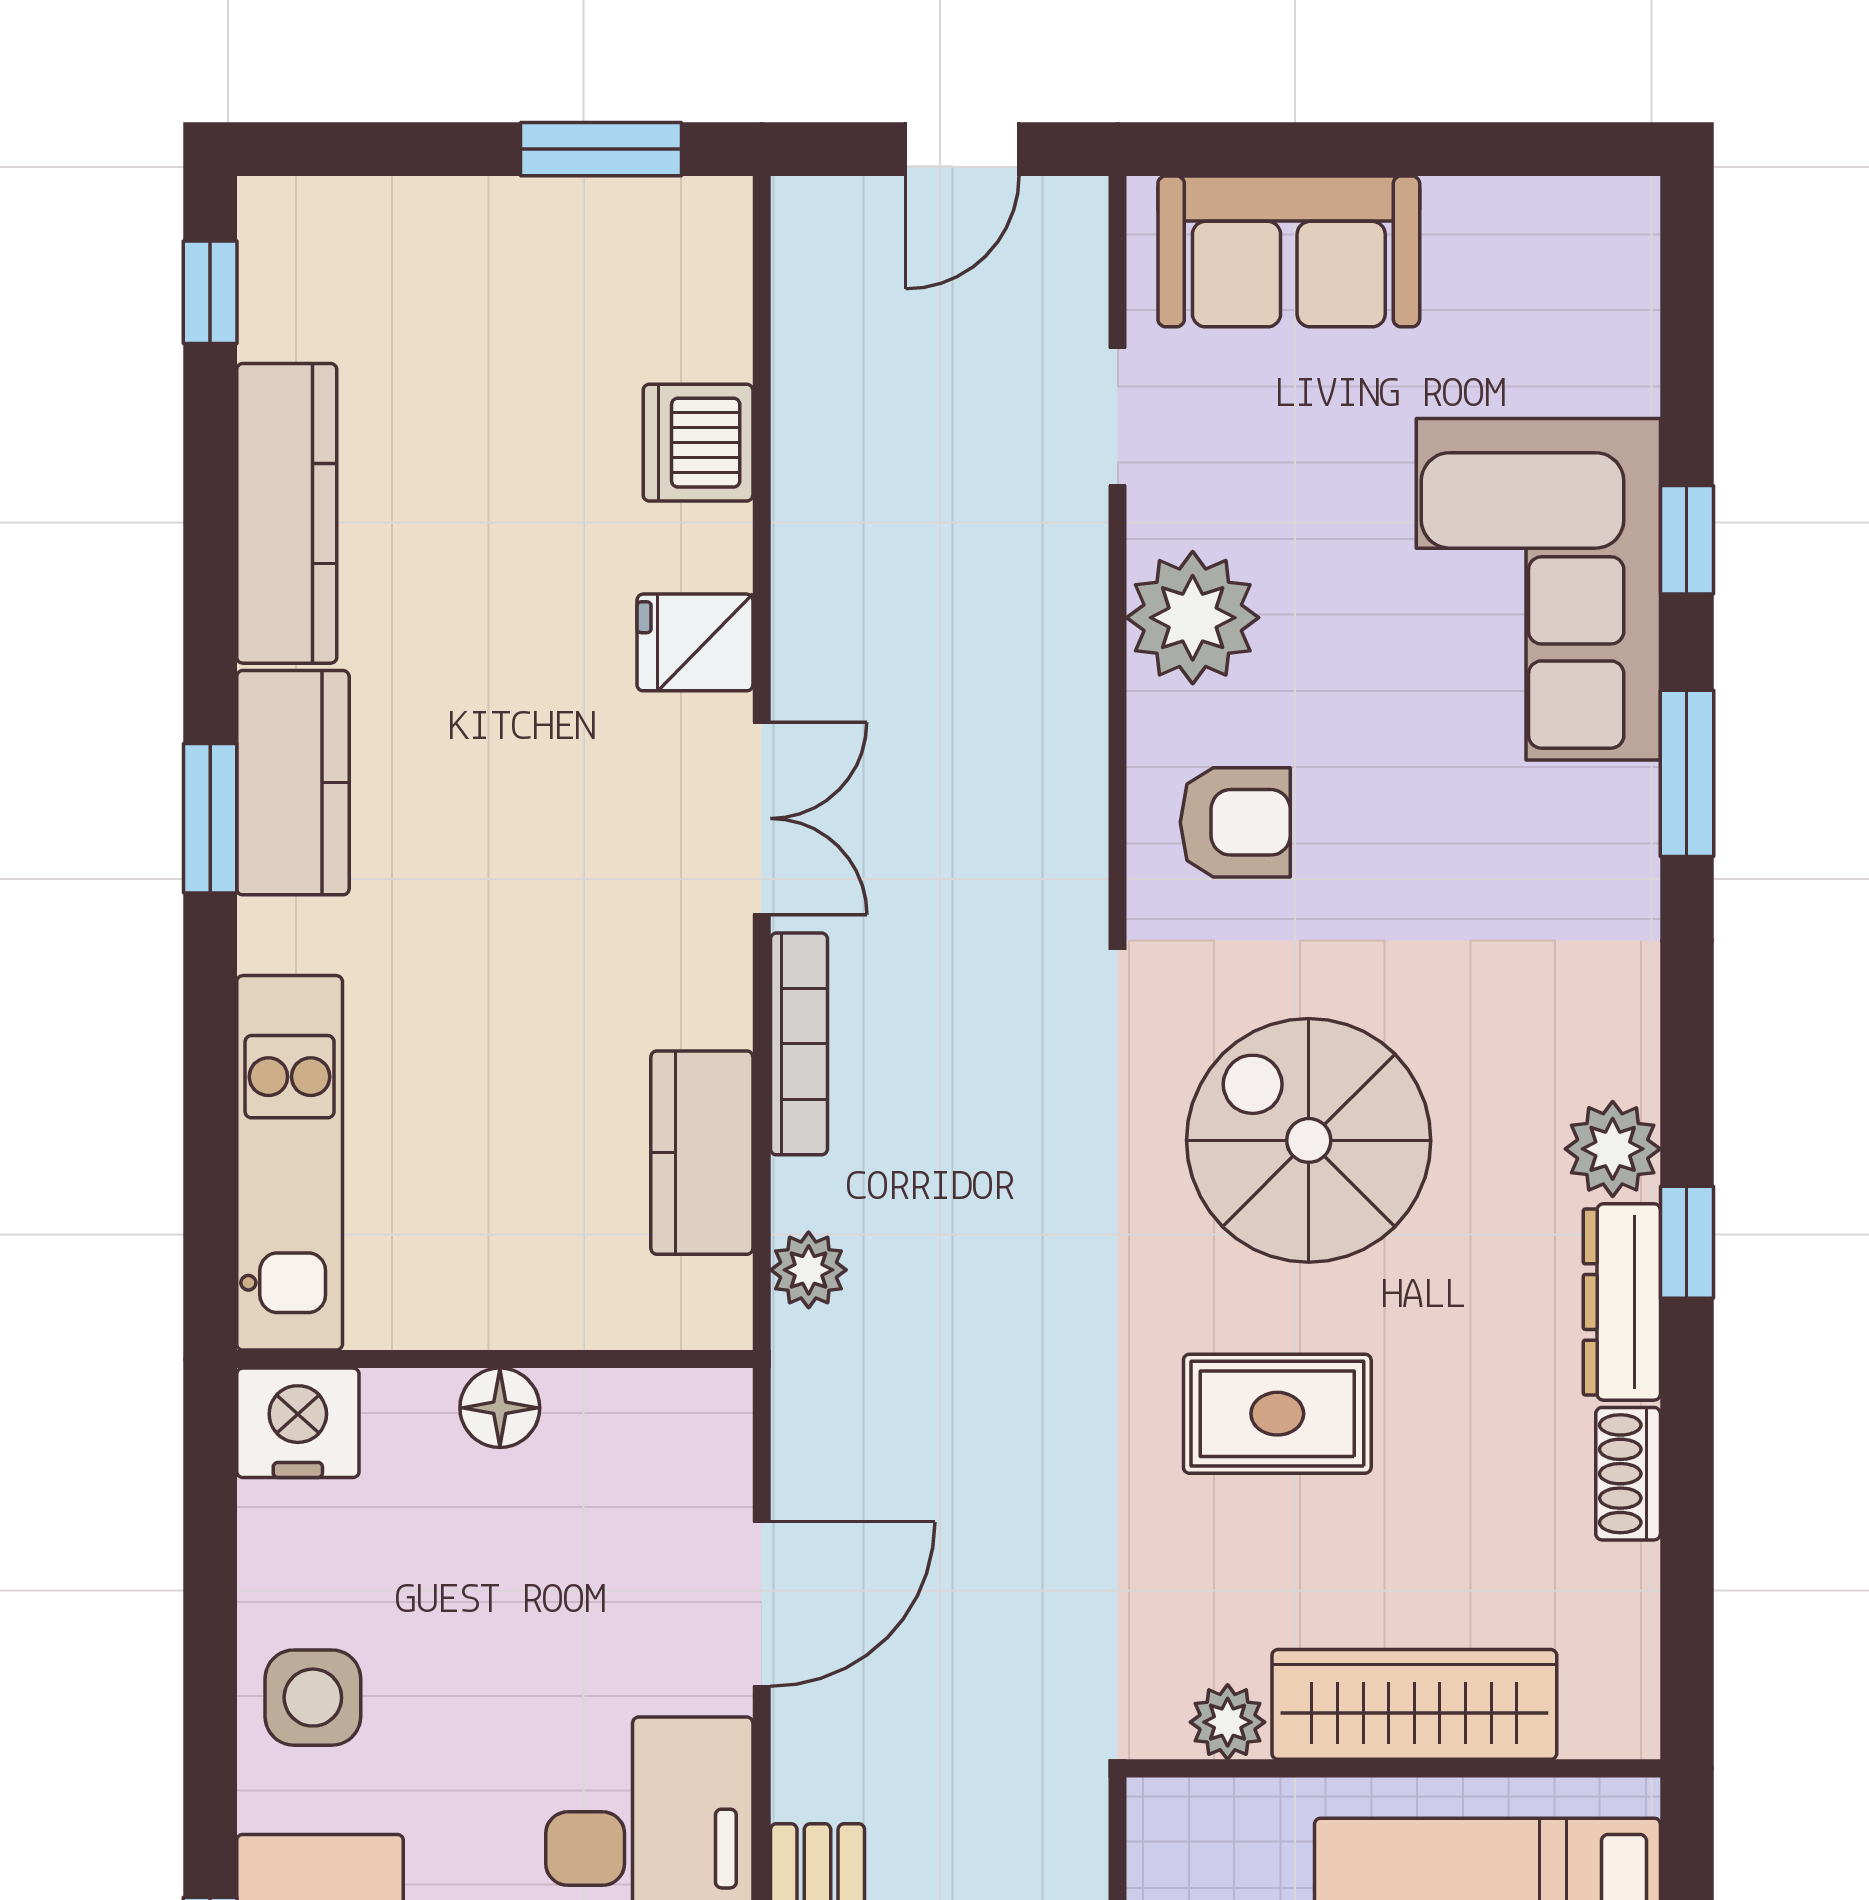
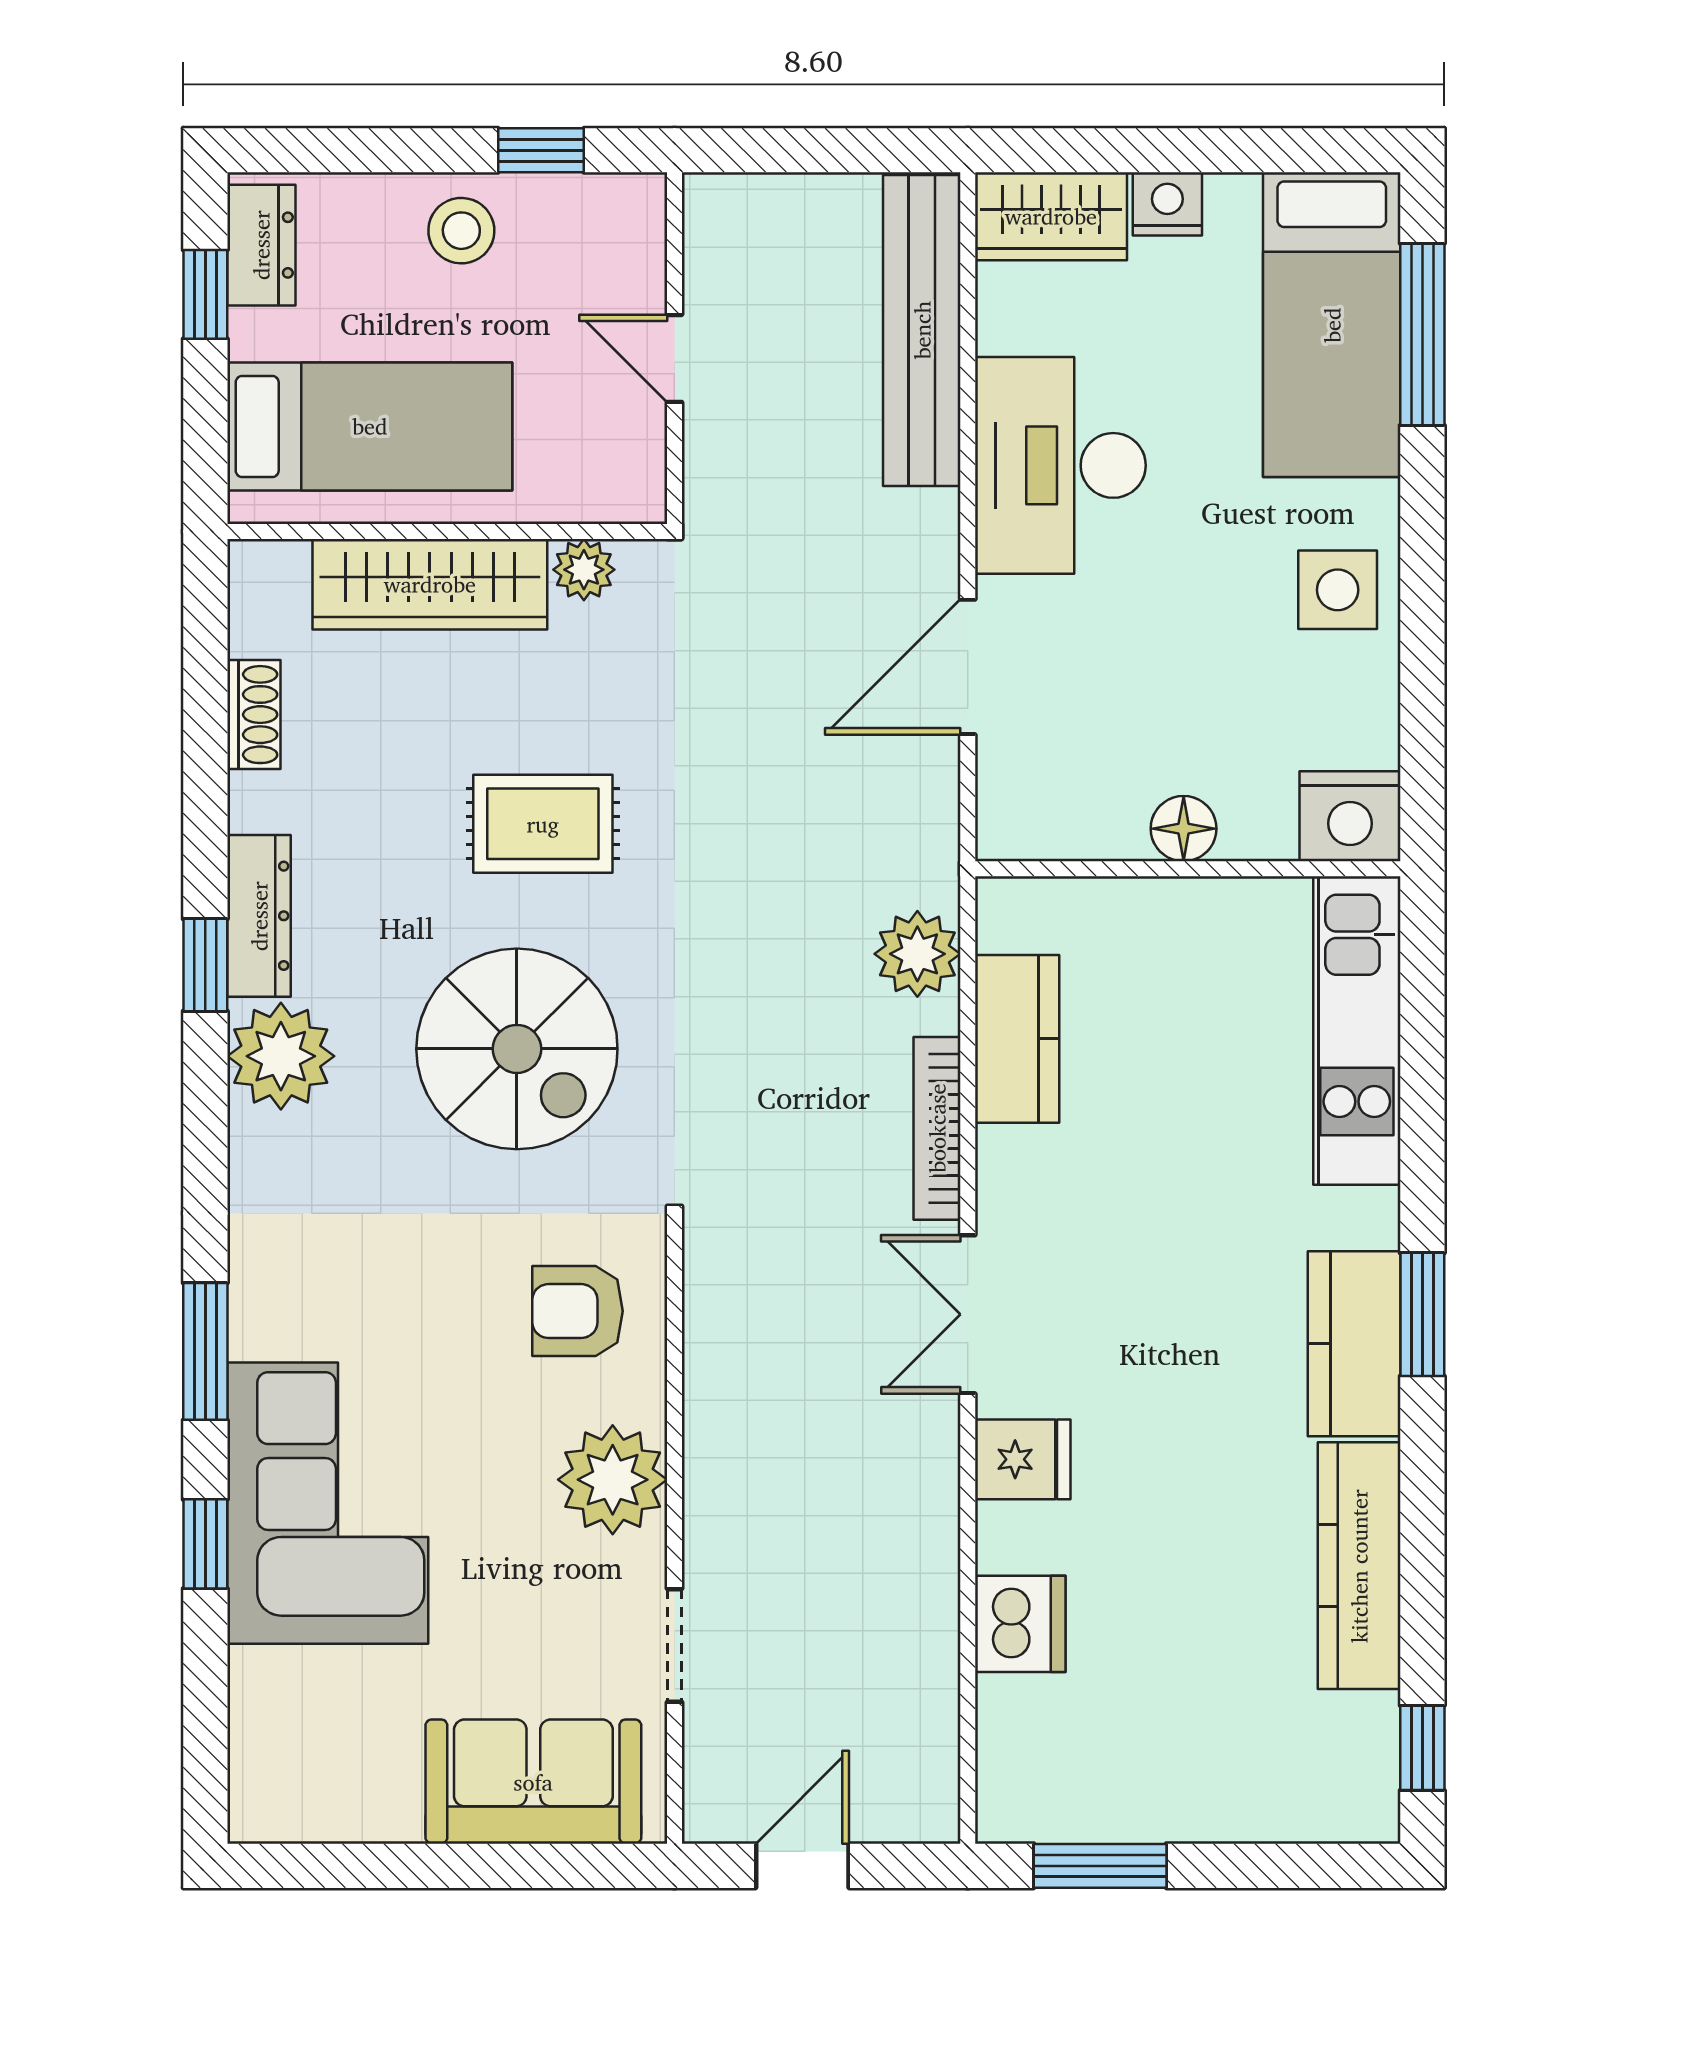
plant: (1613, 1149) -> (281, 1056), width x1.36, depth x1.36
plant: (809, 1270) -> (917, 954), width x1.38, depth x1.38
shoe rack: (1628, 1474) -> (254, 715), moved

